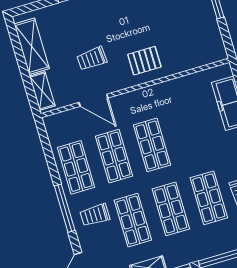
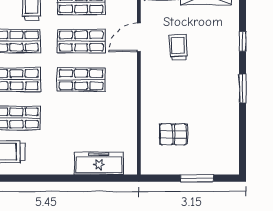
pallet: (144, 61) -> (173, 134), moved, turned 90

